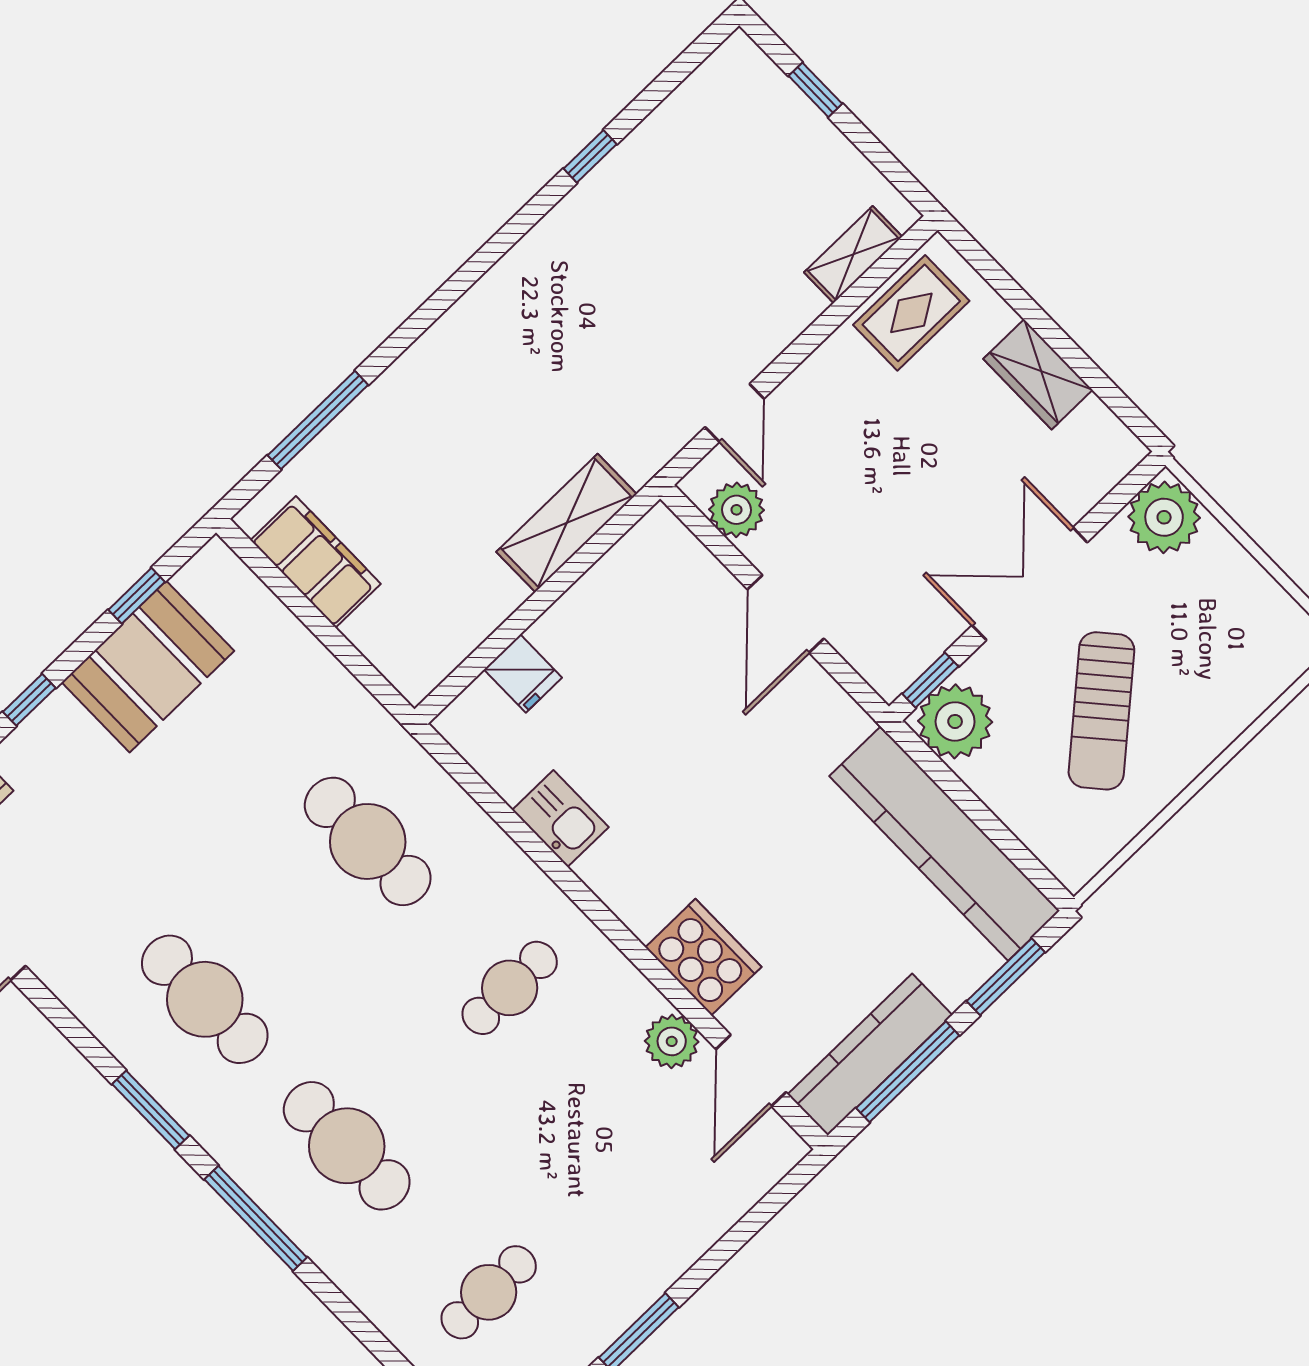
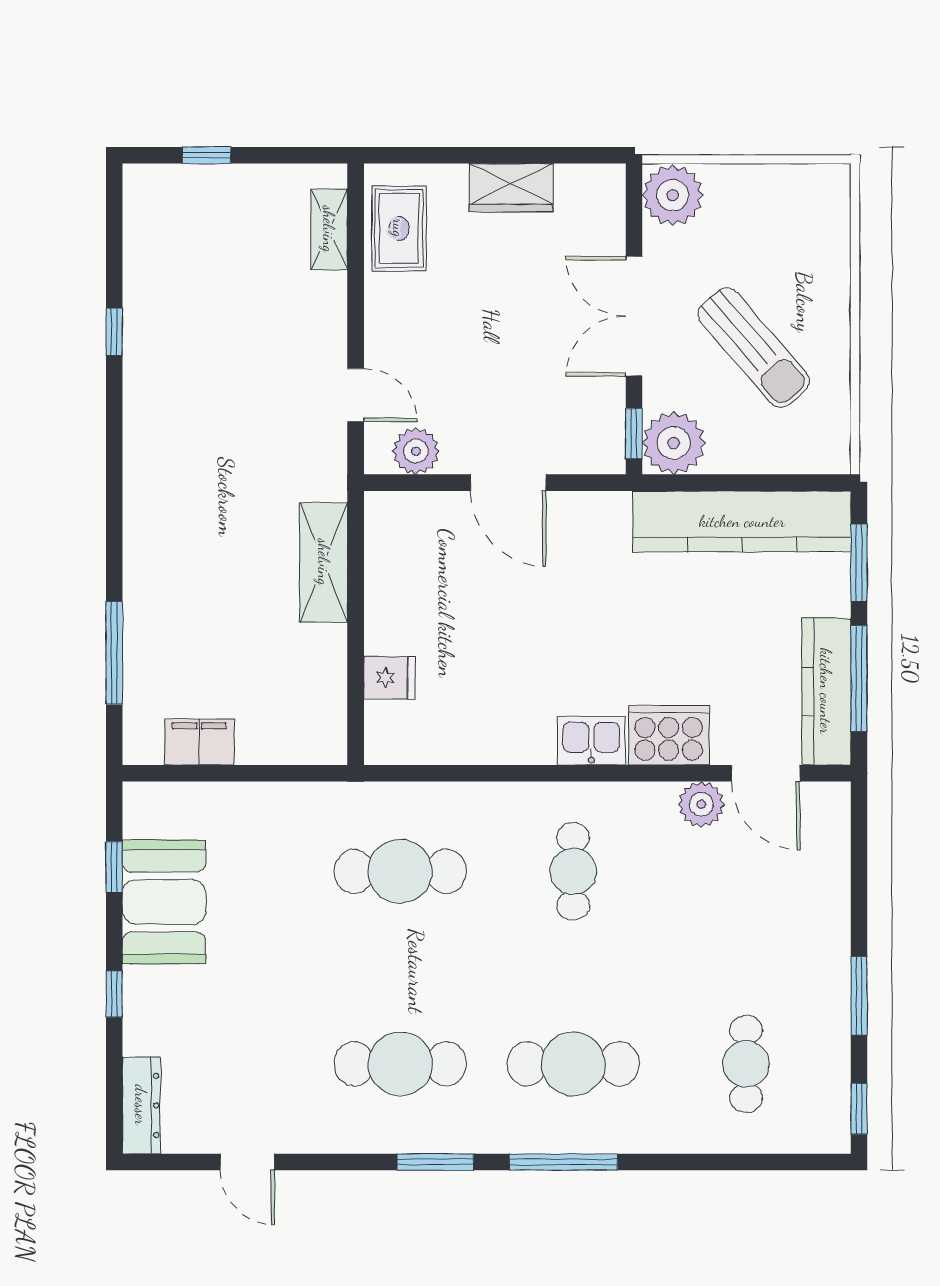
filing cabinet: (316, 562) -> (199, 742), width x0.67, depth x0.86
kitchen sink: (560, 819) -> (591, 741), moved

